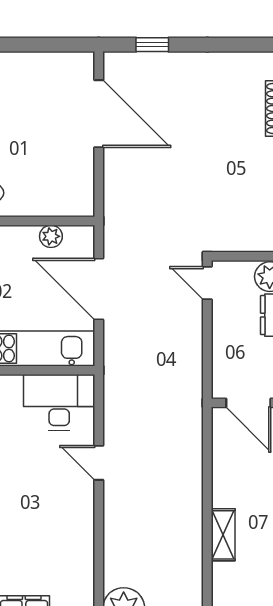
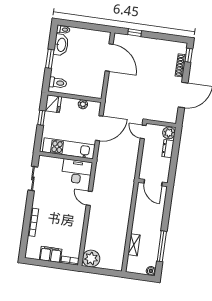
door: (99, 289) -> (99, 128), swing flipped
shelving: (223, 535) -> (134, 245), moved

